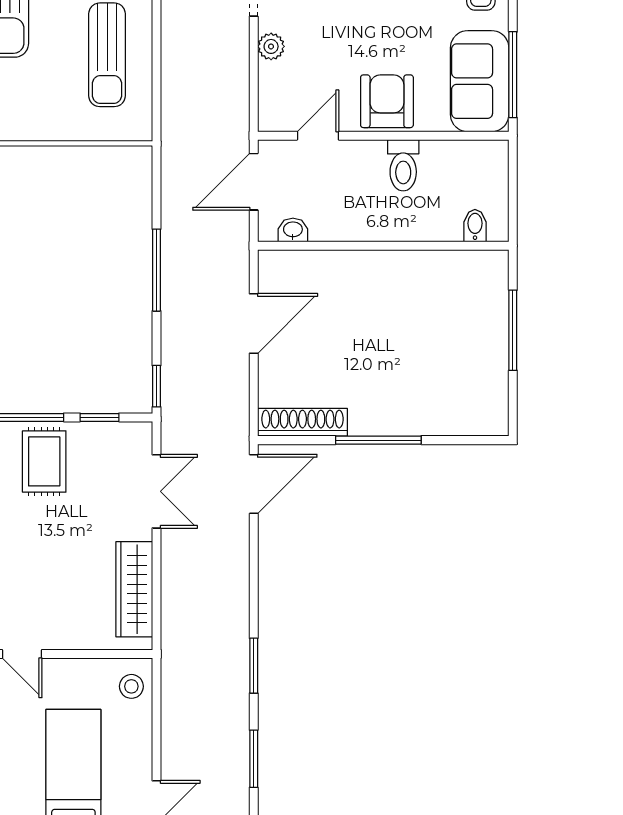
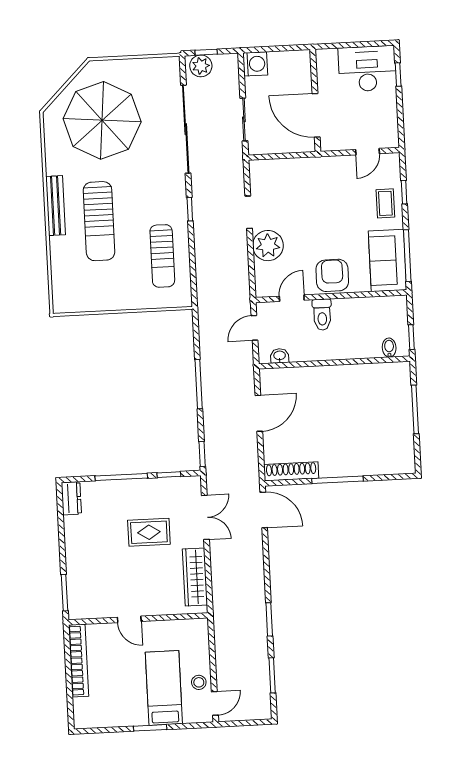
plant: (271, 46) -> (268, 246), width x1.87, depth x1.87
toilet: (403, 165) -> (322, 315), moved
door: (254, 182) -> (254, 328), width x0.73
window: (513, 210) -> (411, 337), added
rug: (44, 461) -> (149, 532), moved, turned 90
door: (254, 484) -> (264, 510), hinge flipped
stool: (131, 686) -> (199, 682), moved

